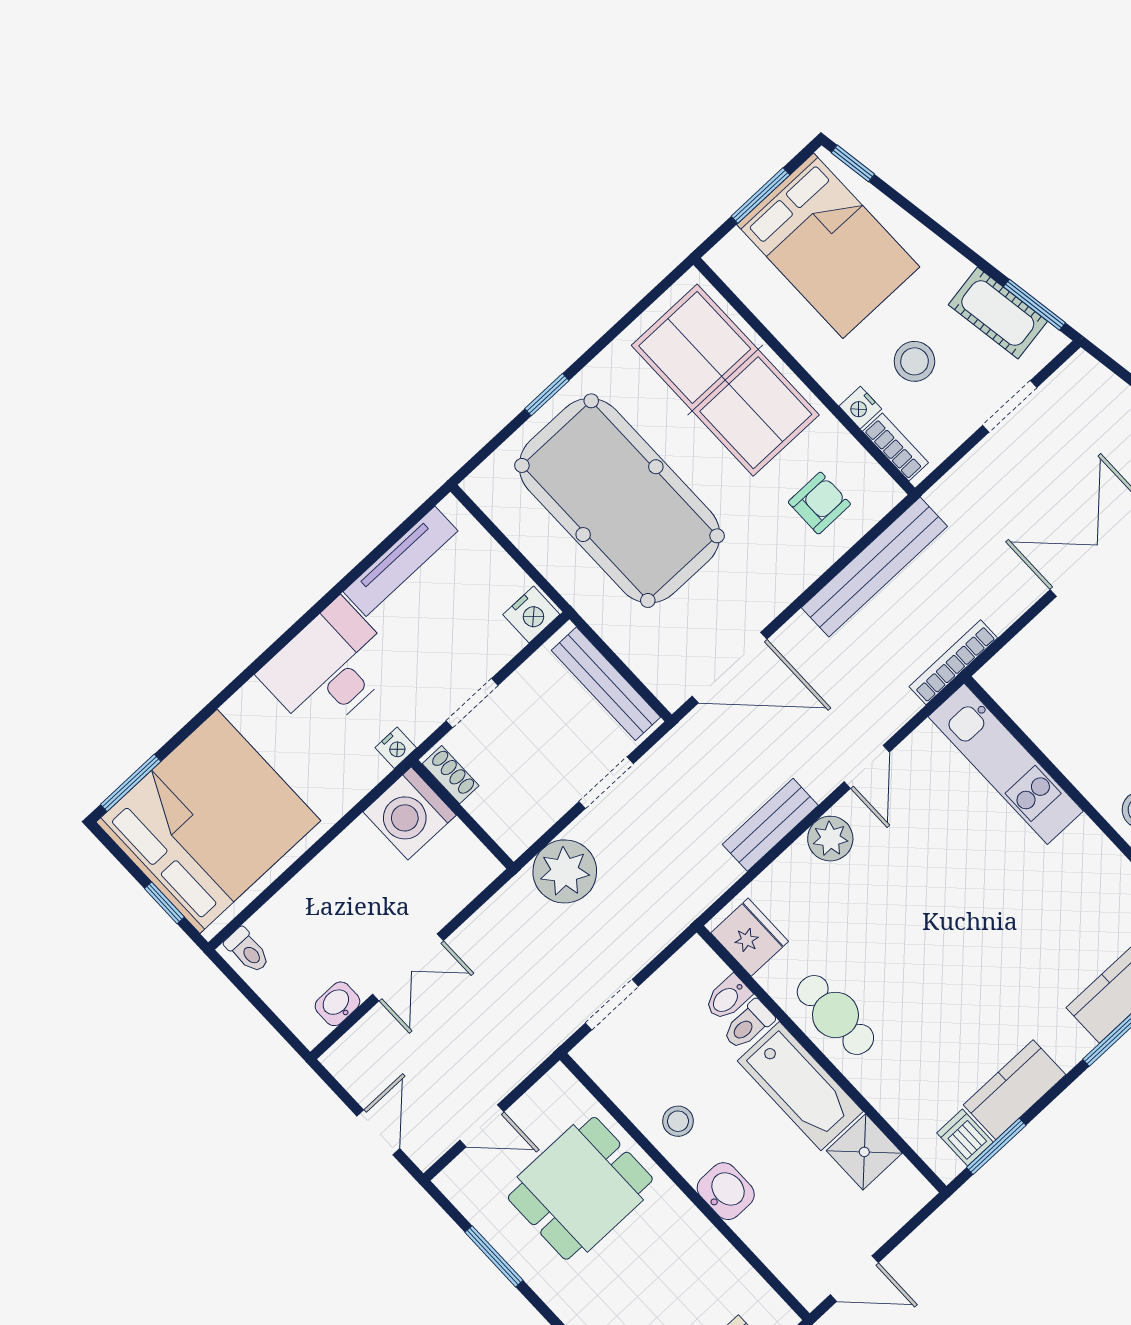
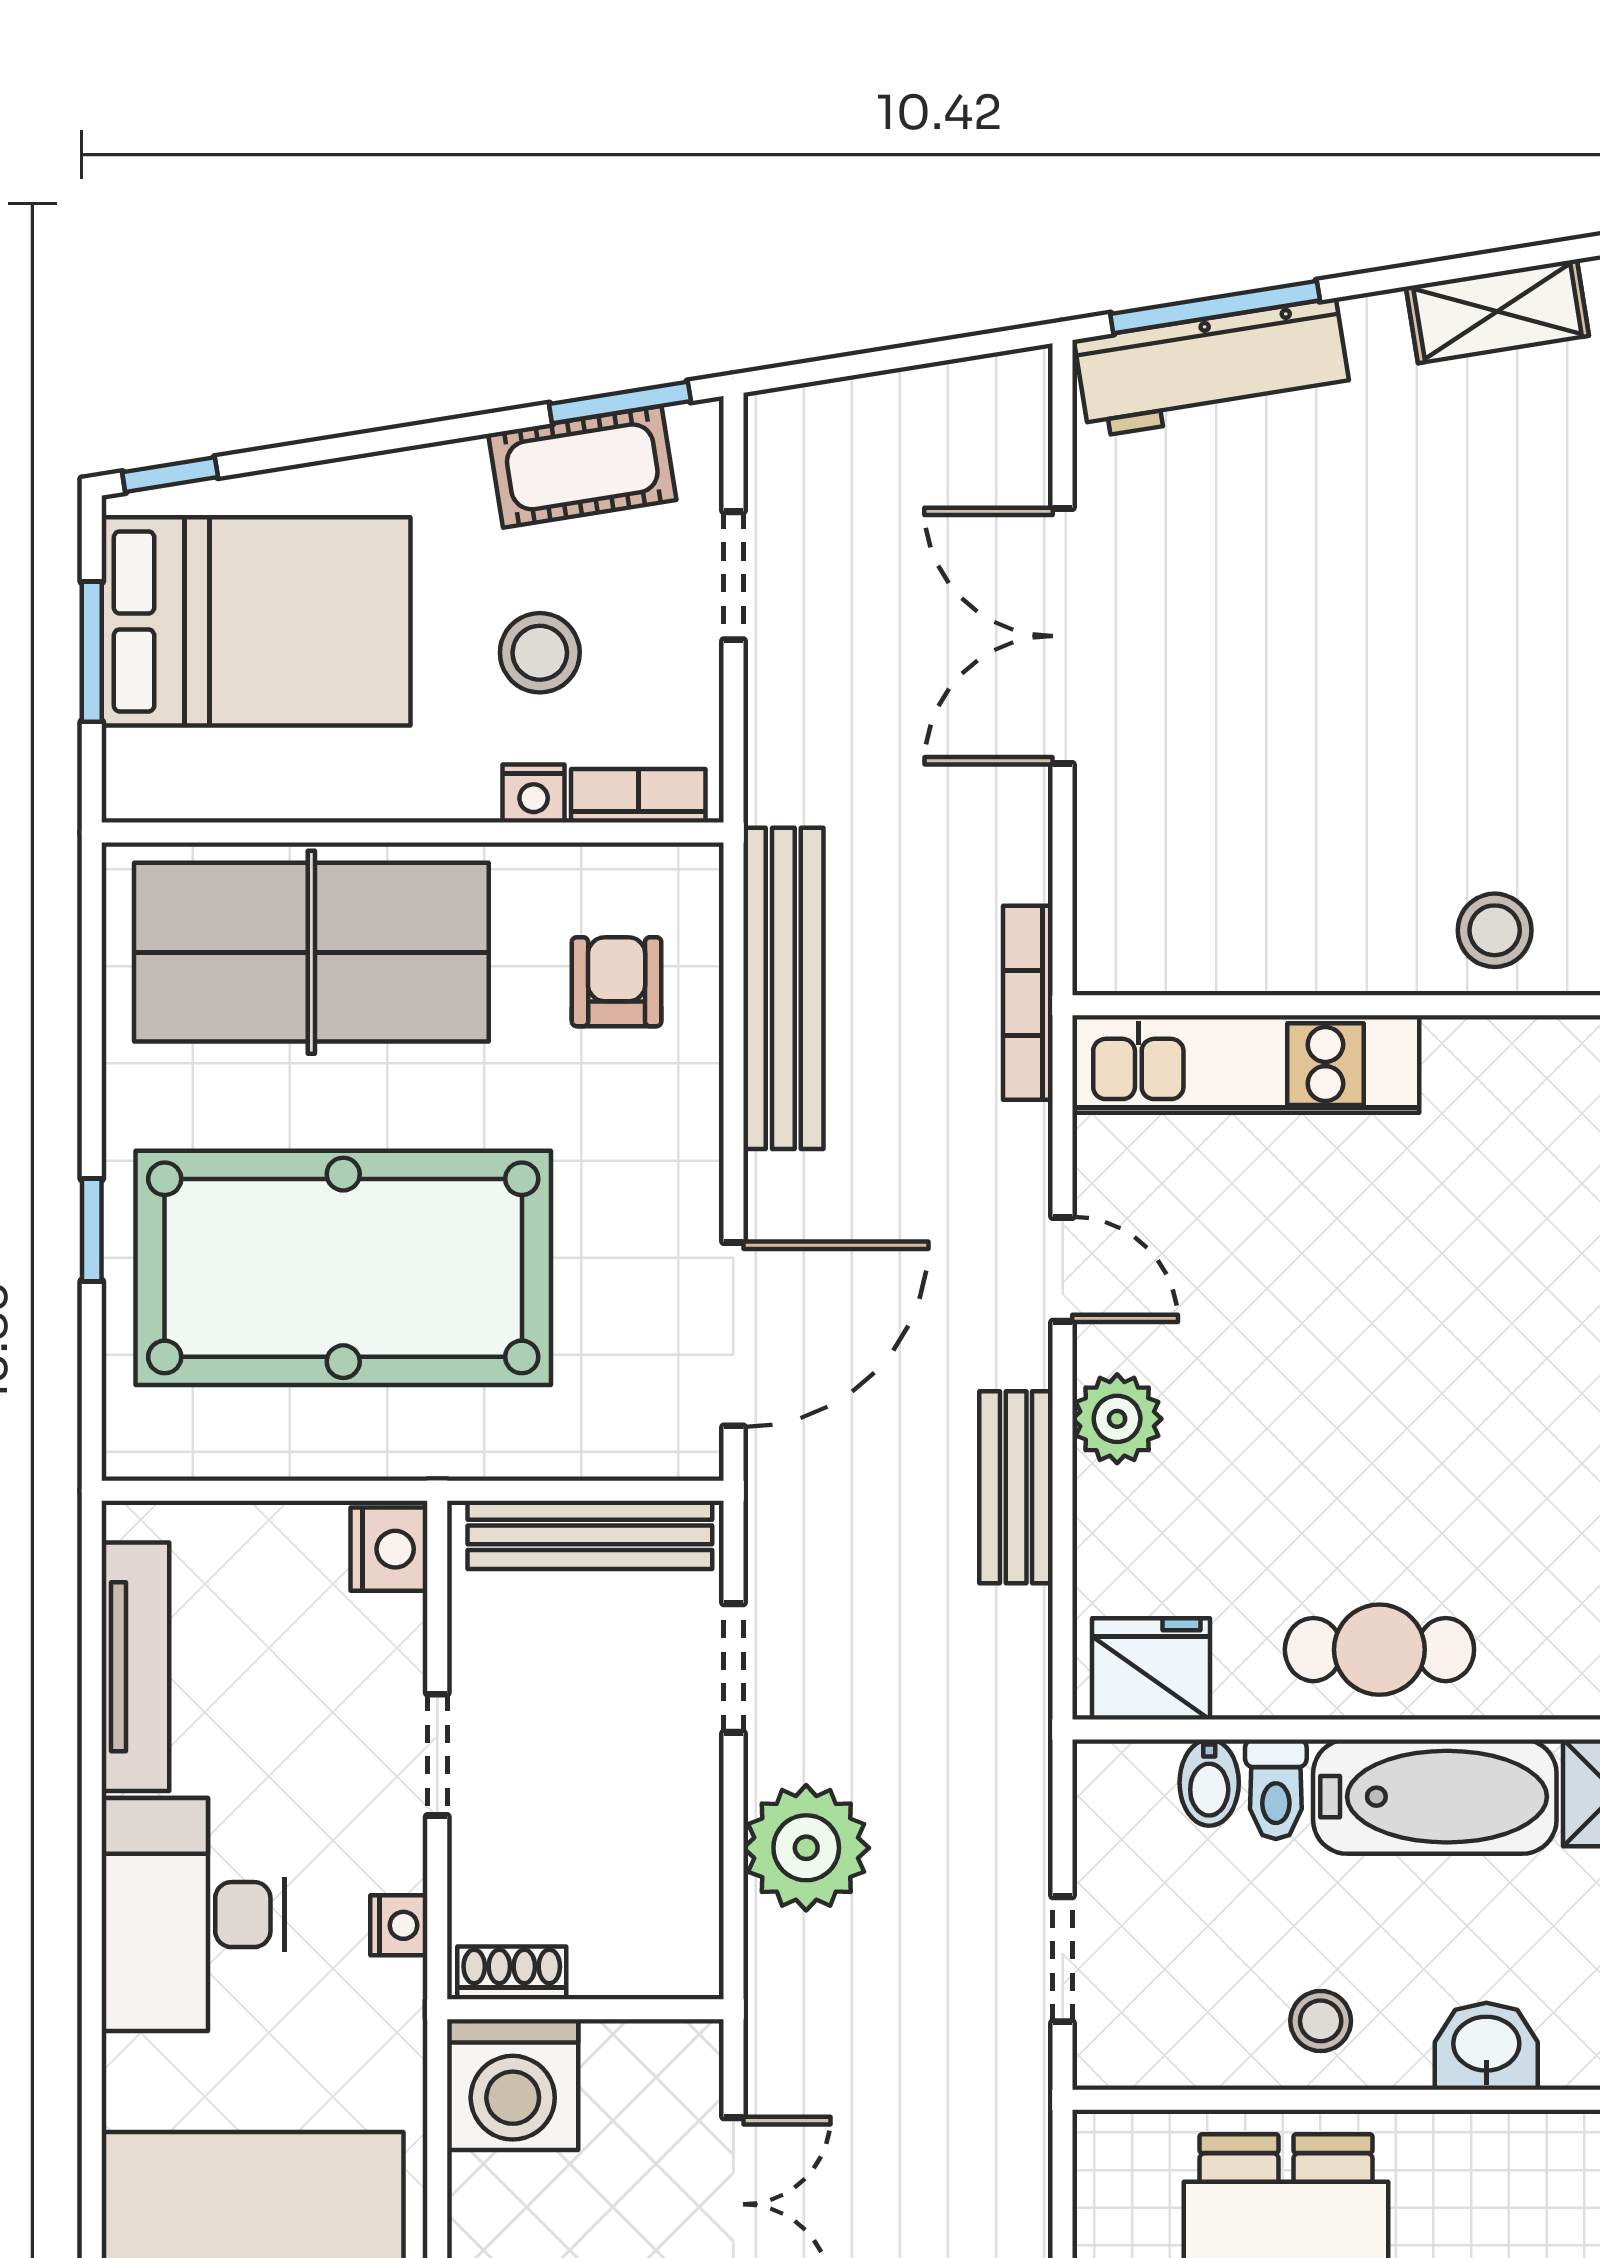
shoe rack: (451, 775) -> (512, 1973), moved
washing machine: (410, 813) -> (513, 2085), moved
wall: (463, 814) -> (585, 2009), moved

